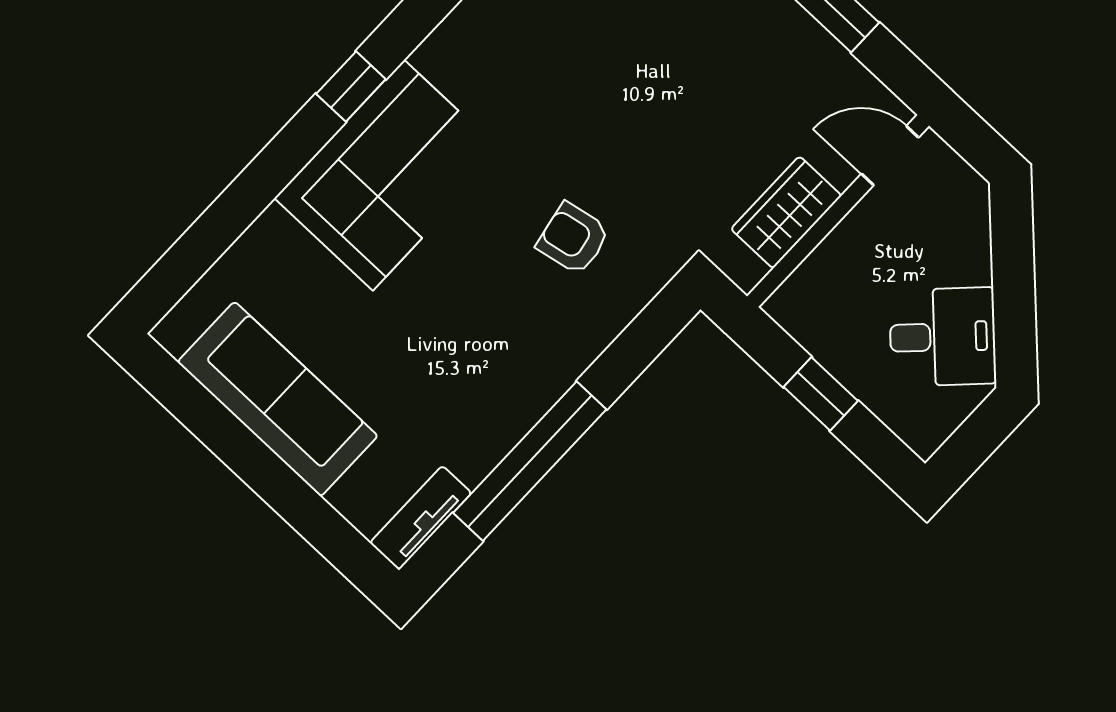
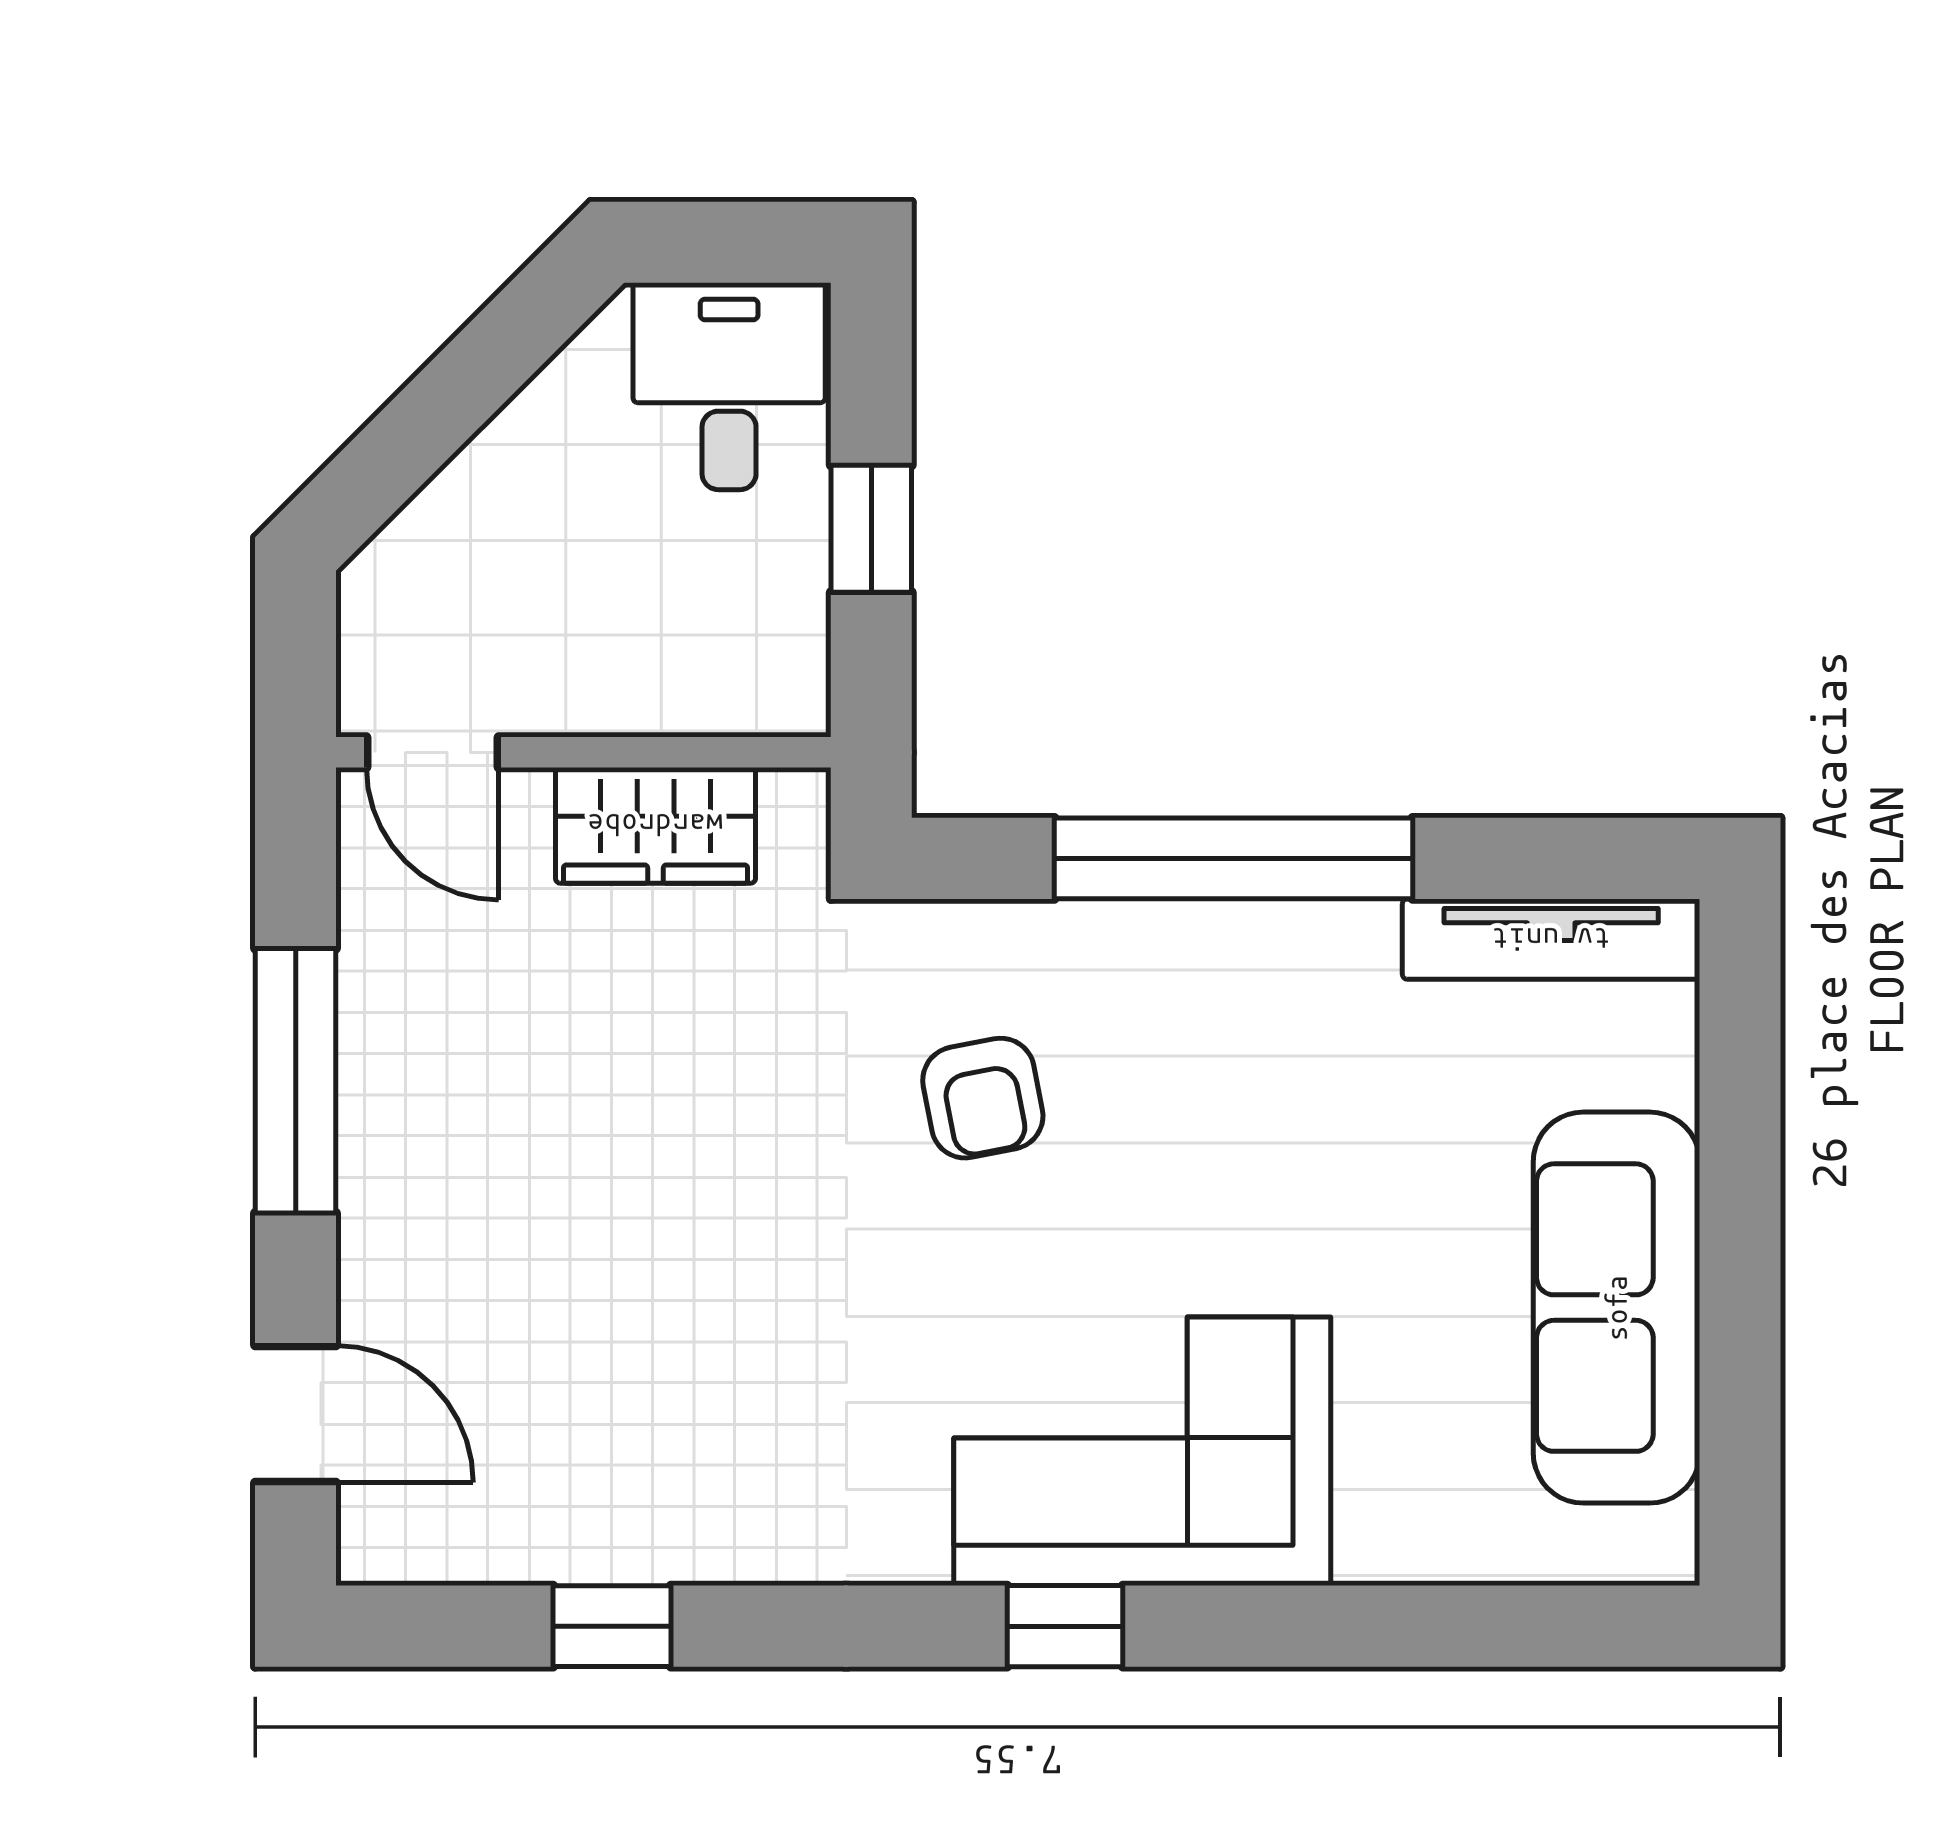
desk: (943, 337) -> (729, 386), moved, turned 45
window: (530, 461) -> (1233, 858), moved
tv unit: (421, 518) -> (1551, 939), width x1.41

